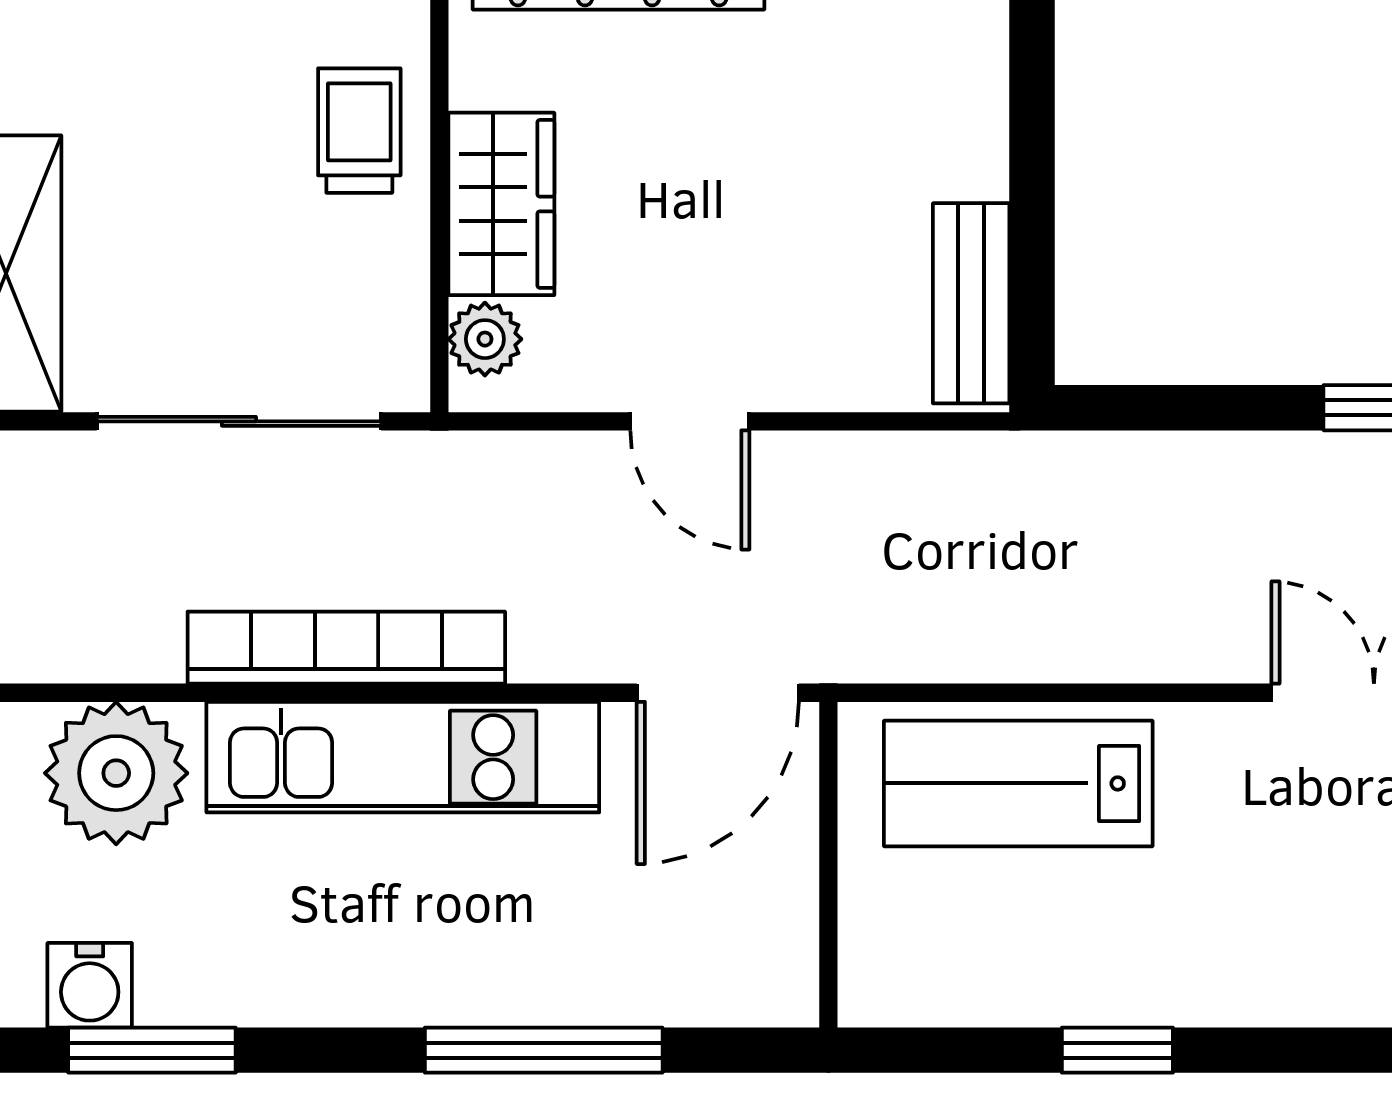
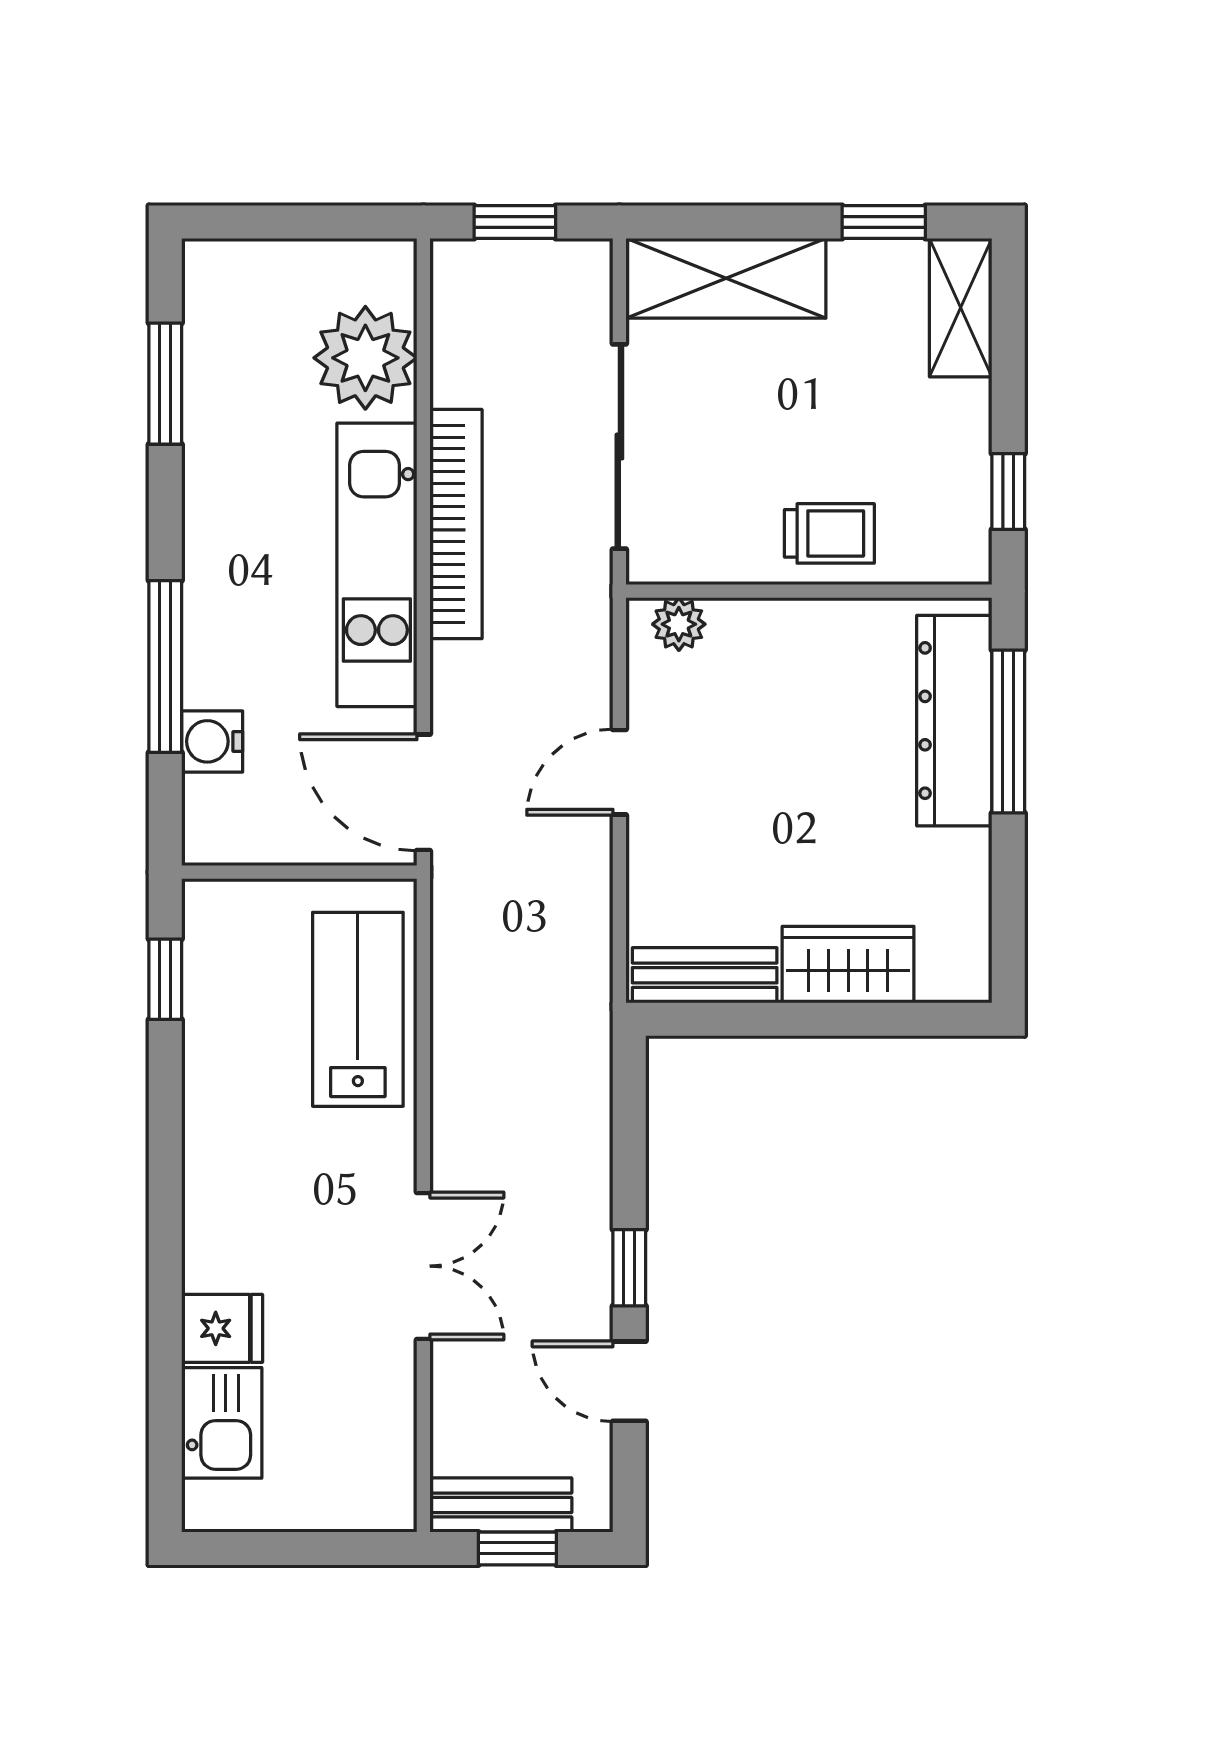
wardrobe: (501, 204) -> (848, 965), moved, turned 180
water cooler: (90, 985) -> (212, 741), moved
window: (1117, 1050) -> (165, 979), moved

